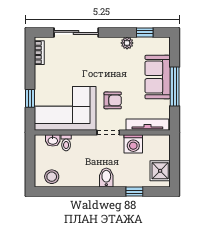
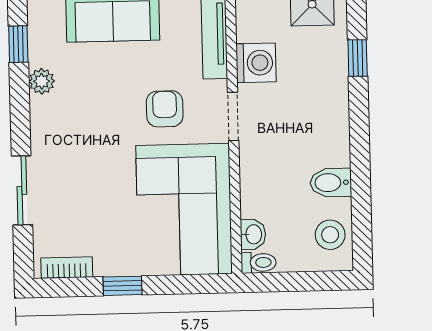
sliding door: (76, 32) -> (22, 190), width x0.73
window: (30, 98) -> (122, 286), moved
toilet: (66, 143) -> (259, 263), moved
bidet: (106, 178) -> (331, 183), moved

